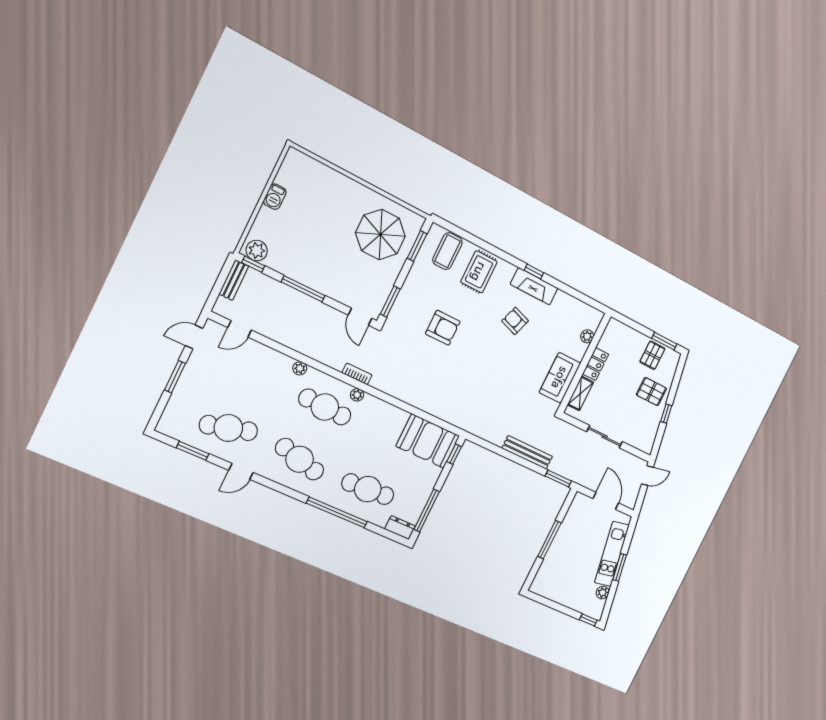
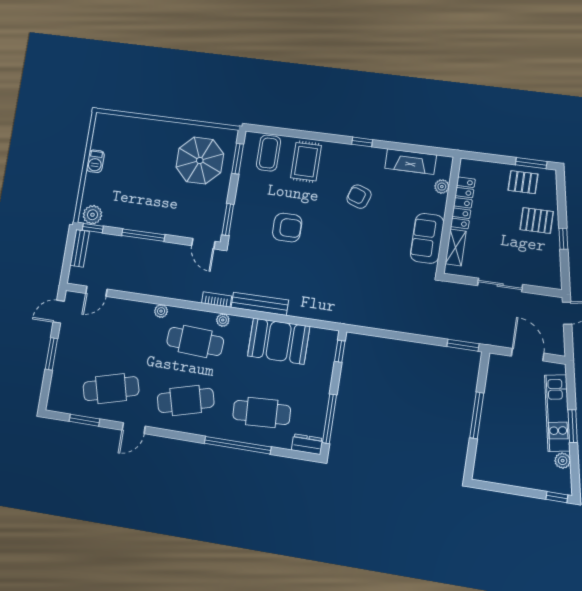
fireplace: (534, 286) -> (411, 162), moved
pallet: (652, 355) -> (523, 182), turned 90
locker: (596, 364) -> (463, 203), width x1.53
booth: (428, 441) -> (279, 341), moved
bench: (527, 452) -> (260, 304), moved
cafe table: (300, 459) -> (186, 400), turned -30

